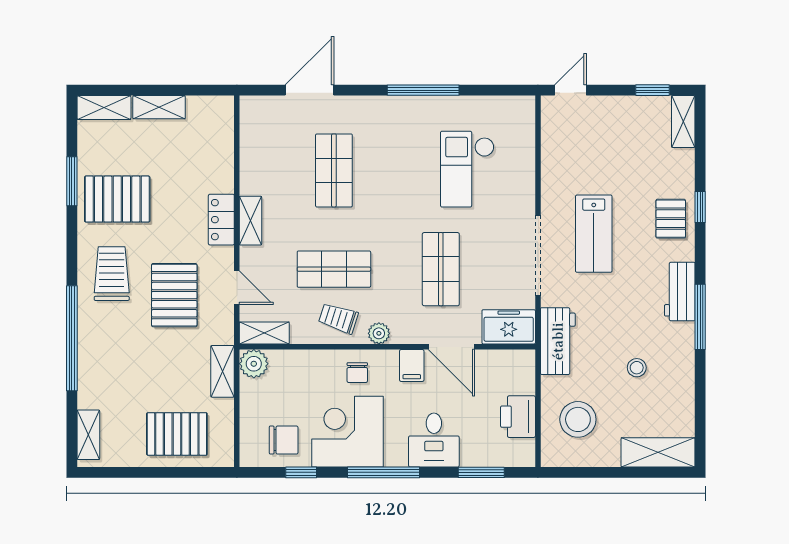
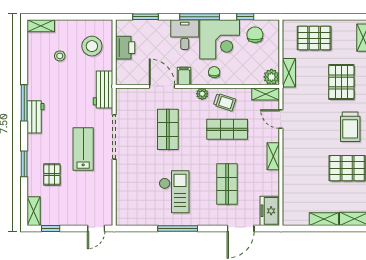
checkout: (467, 169) -> (174, 192), moved
window: (700, 207) -> (24, 164), width x1.50
pallet: (671, 219) -> (52, 174), moved
locker: (221, 220) -> (289, 157), removed
pallet: (174, 295) -> (341, 82), moved
freezer: (509, 327) -> (270, 211), moved, turned 90
stool: (637, 368) -> (60, 56), moved
chair: (284, 440) -> (255, 35), turned 90
desk: (434, 440) -> (185, 35), moved
shelving: (658, 452) -> (41, 26), width x0.67, depth x0.75

